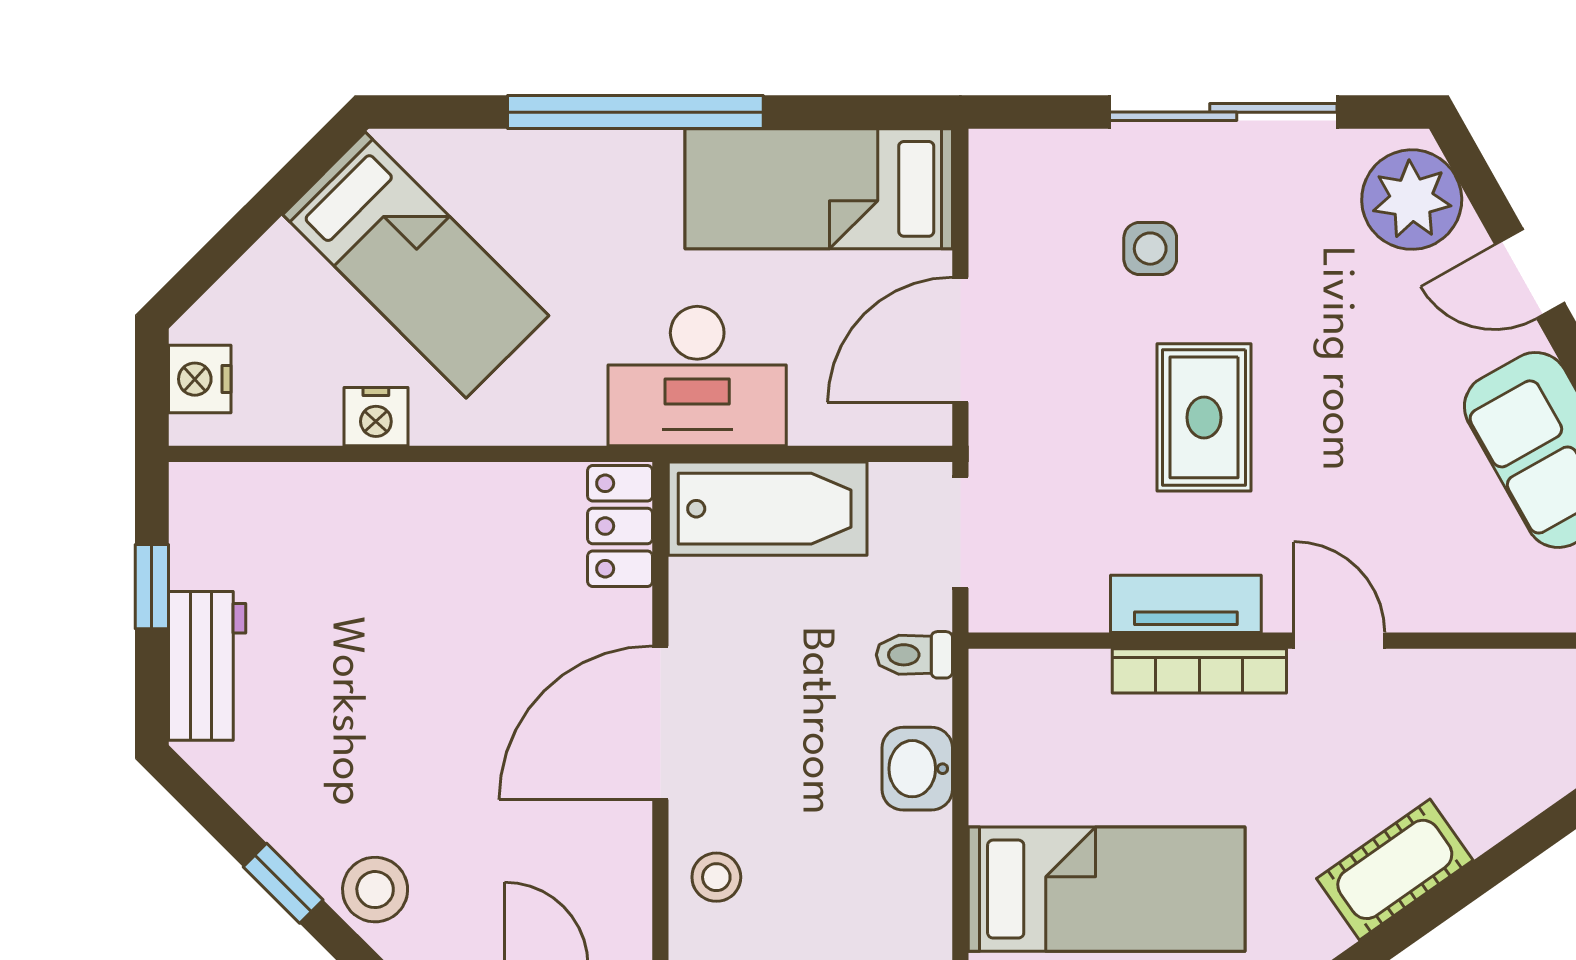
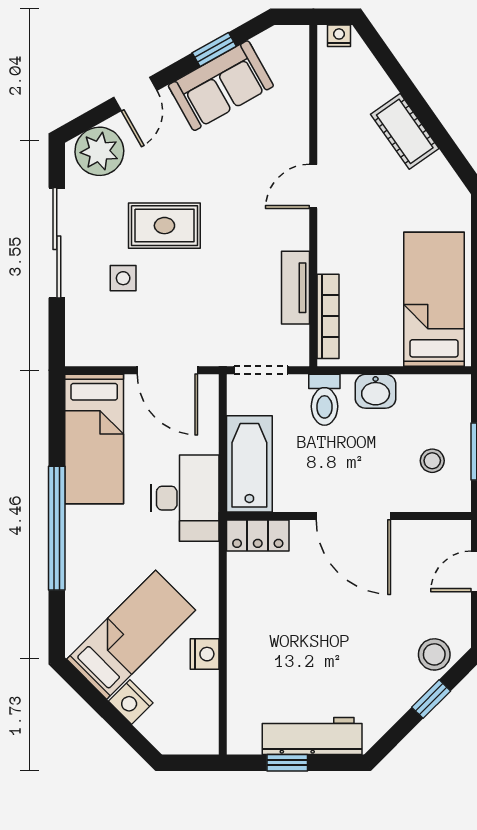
nightstand: (200, 379) -> (131, 702), moved, turned 45
rug: (1204, 417) -> (164, 226), moved
tv unit: (1186, 604) -> (296, 288), moved
toilet: (914, 655) -> (324, 400), width x1.37, depth x1.39
workbench: (207, 666) -> (312, 736), width x1.38
bookcase: (1199, 671) -> (328, 316), moved
cot: (1395, 869) -> (405, 131), moved
stool: (716, 877) -> (432, 461), moved

